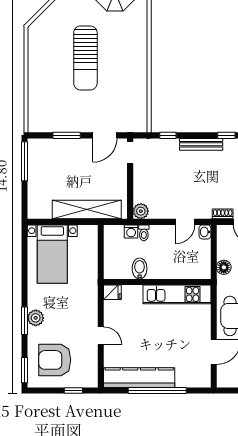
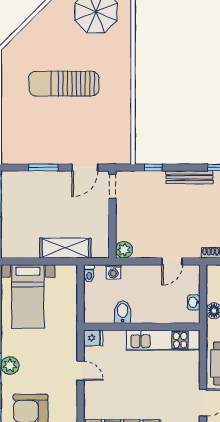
sun lounger: (85, 58) -> (64, 84), turned 90
shelving: (87, 210) -> (65, 248), width x0.68
washbasin: (205, 232) -> (194, 302), moved
toilet: (144, 233) -> (89, 273), moved
door: (101, 336) -> (81, 371), moved

